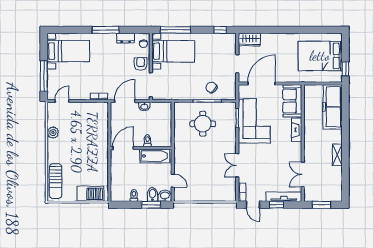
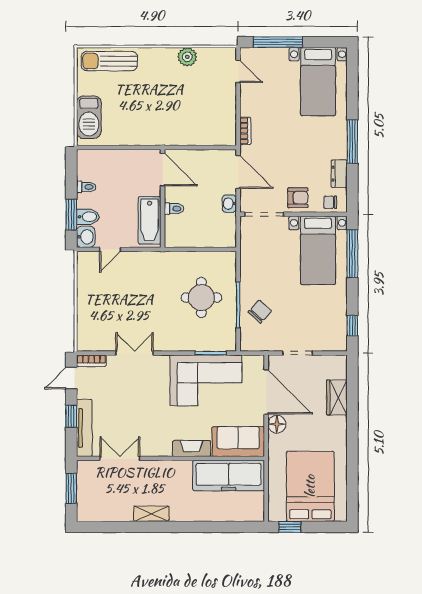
wardrobe: (249, 40) -> (337, 398), moved
floor lamp: (282, 77) -> (277, 424), added
freezer: (333, 107) -> (229, 476), moved, turned 180

